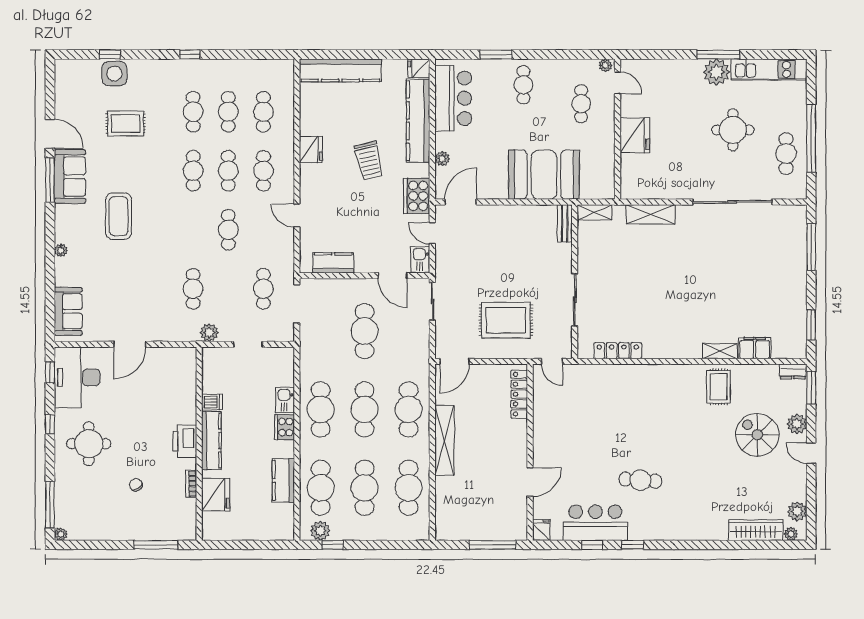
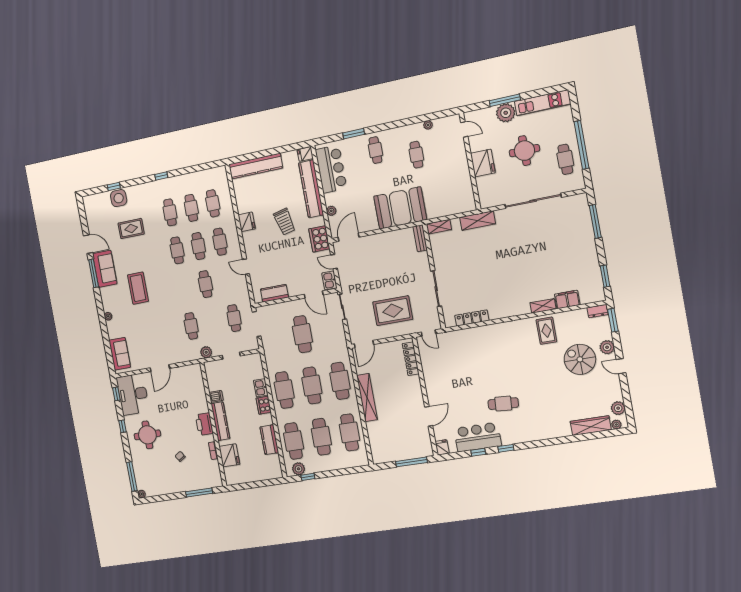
door: (617, 83) -> (464, 129), moved
wall: (617, 129) -> (470, 161), moved
fridge: (635, 135) -> (483, 163), moved

